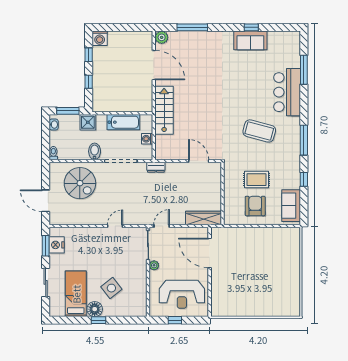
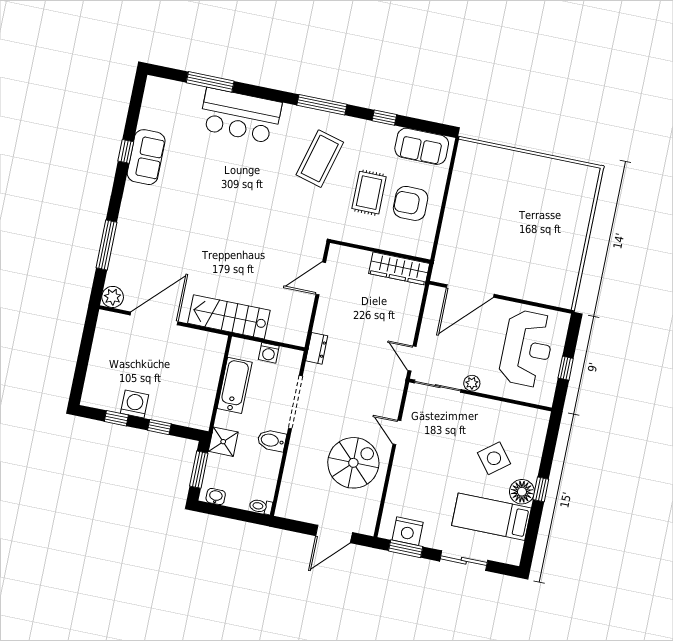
washing machine: (100, 38) -> (135, 404), moved, turned -90
coffee table: (259, 131) -> (320, 159), moved
spiral stairs: (80, 183) -> (353, 463), moved
wardrobe: (203, 218) -> (399, 269), moved, turned -90

